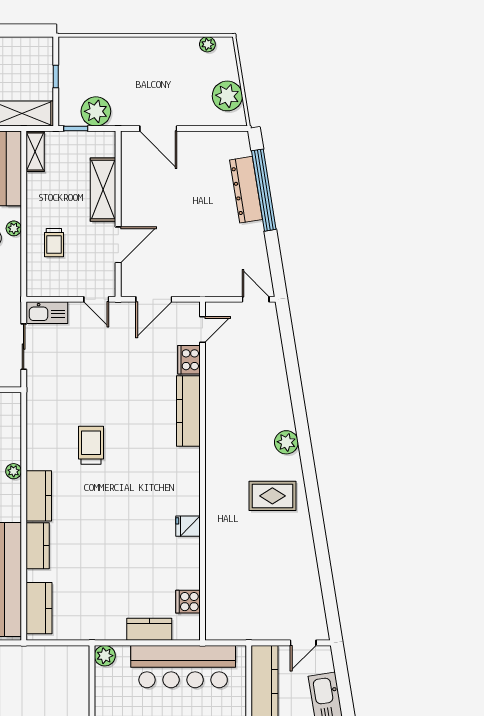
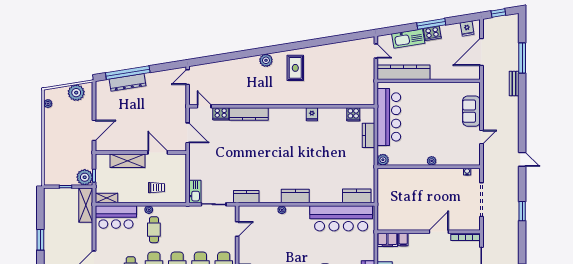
plant: (96, 111) -> (85, 177), moved
door: (96, 299) -> (188, 164), removed
trolley: (91, 445) -> (268, 167), removed
kitchen counter: (38, 546) -> (246, 197), moved

